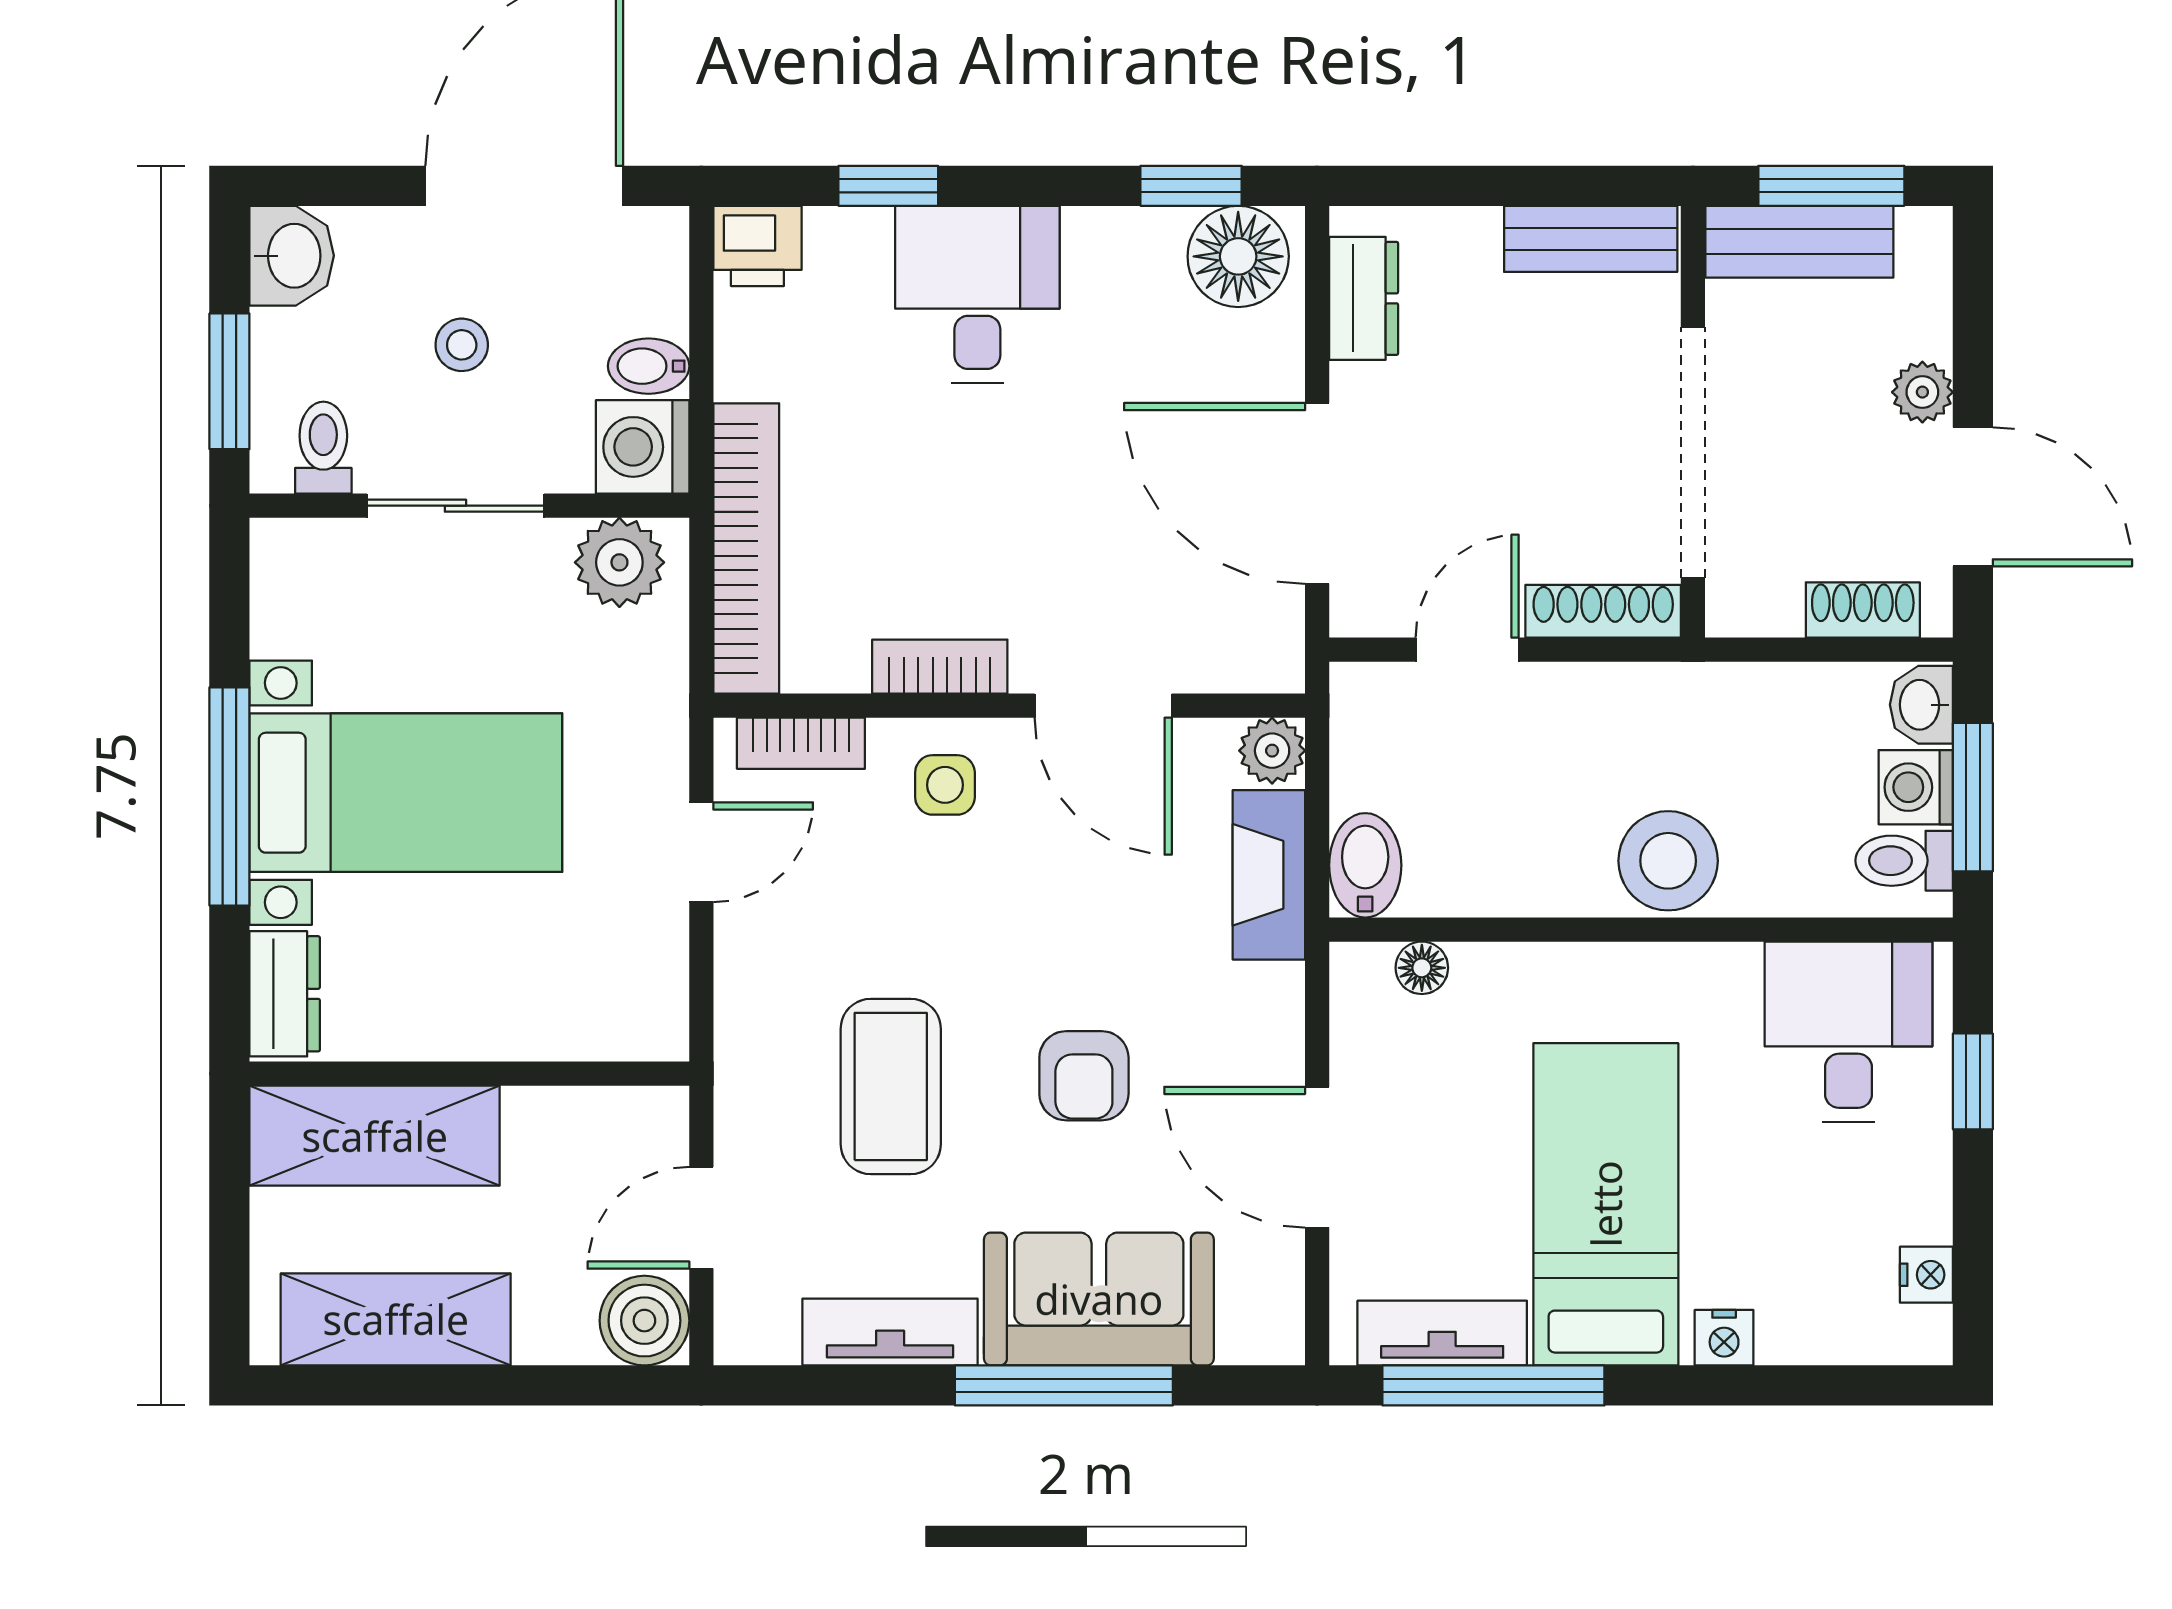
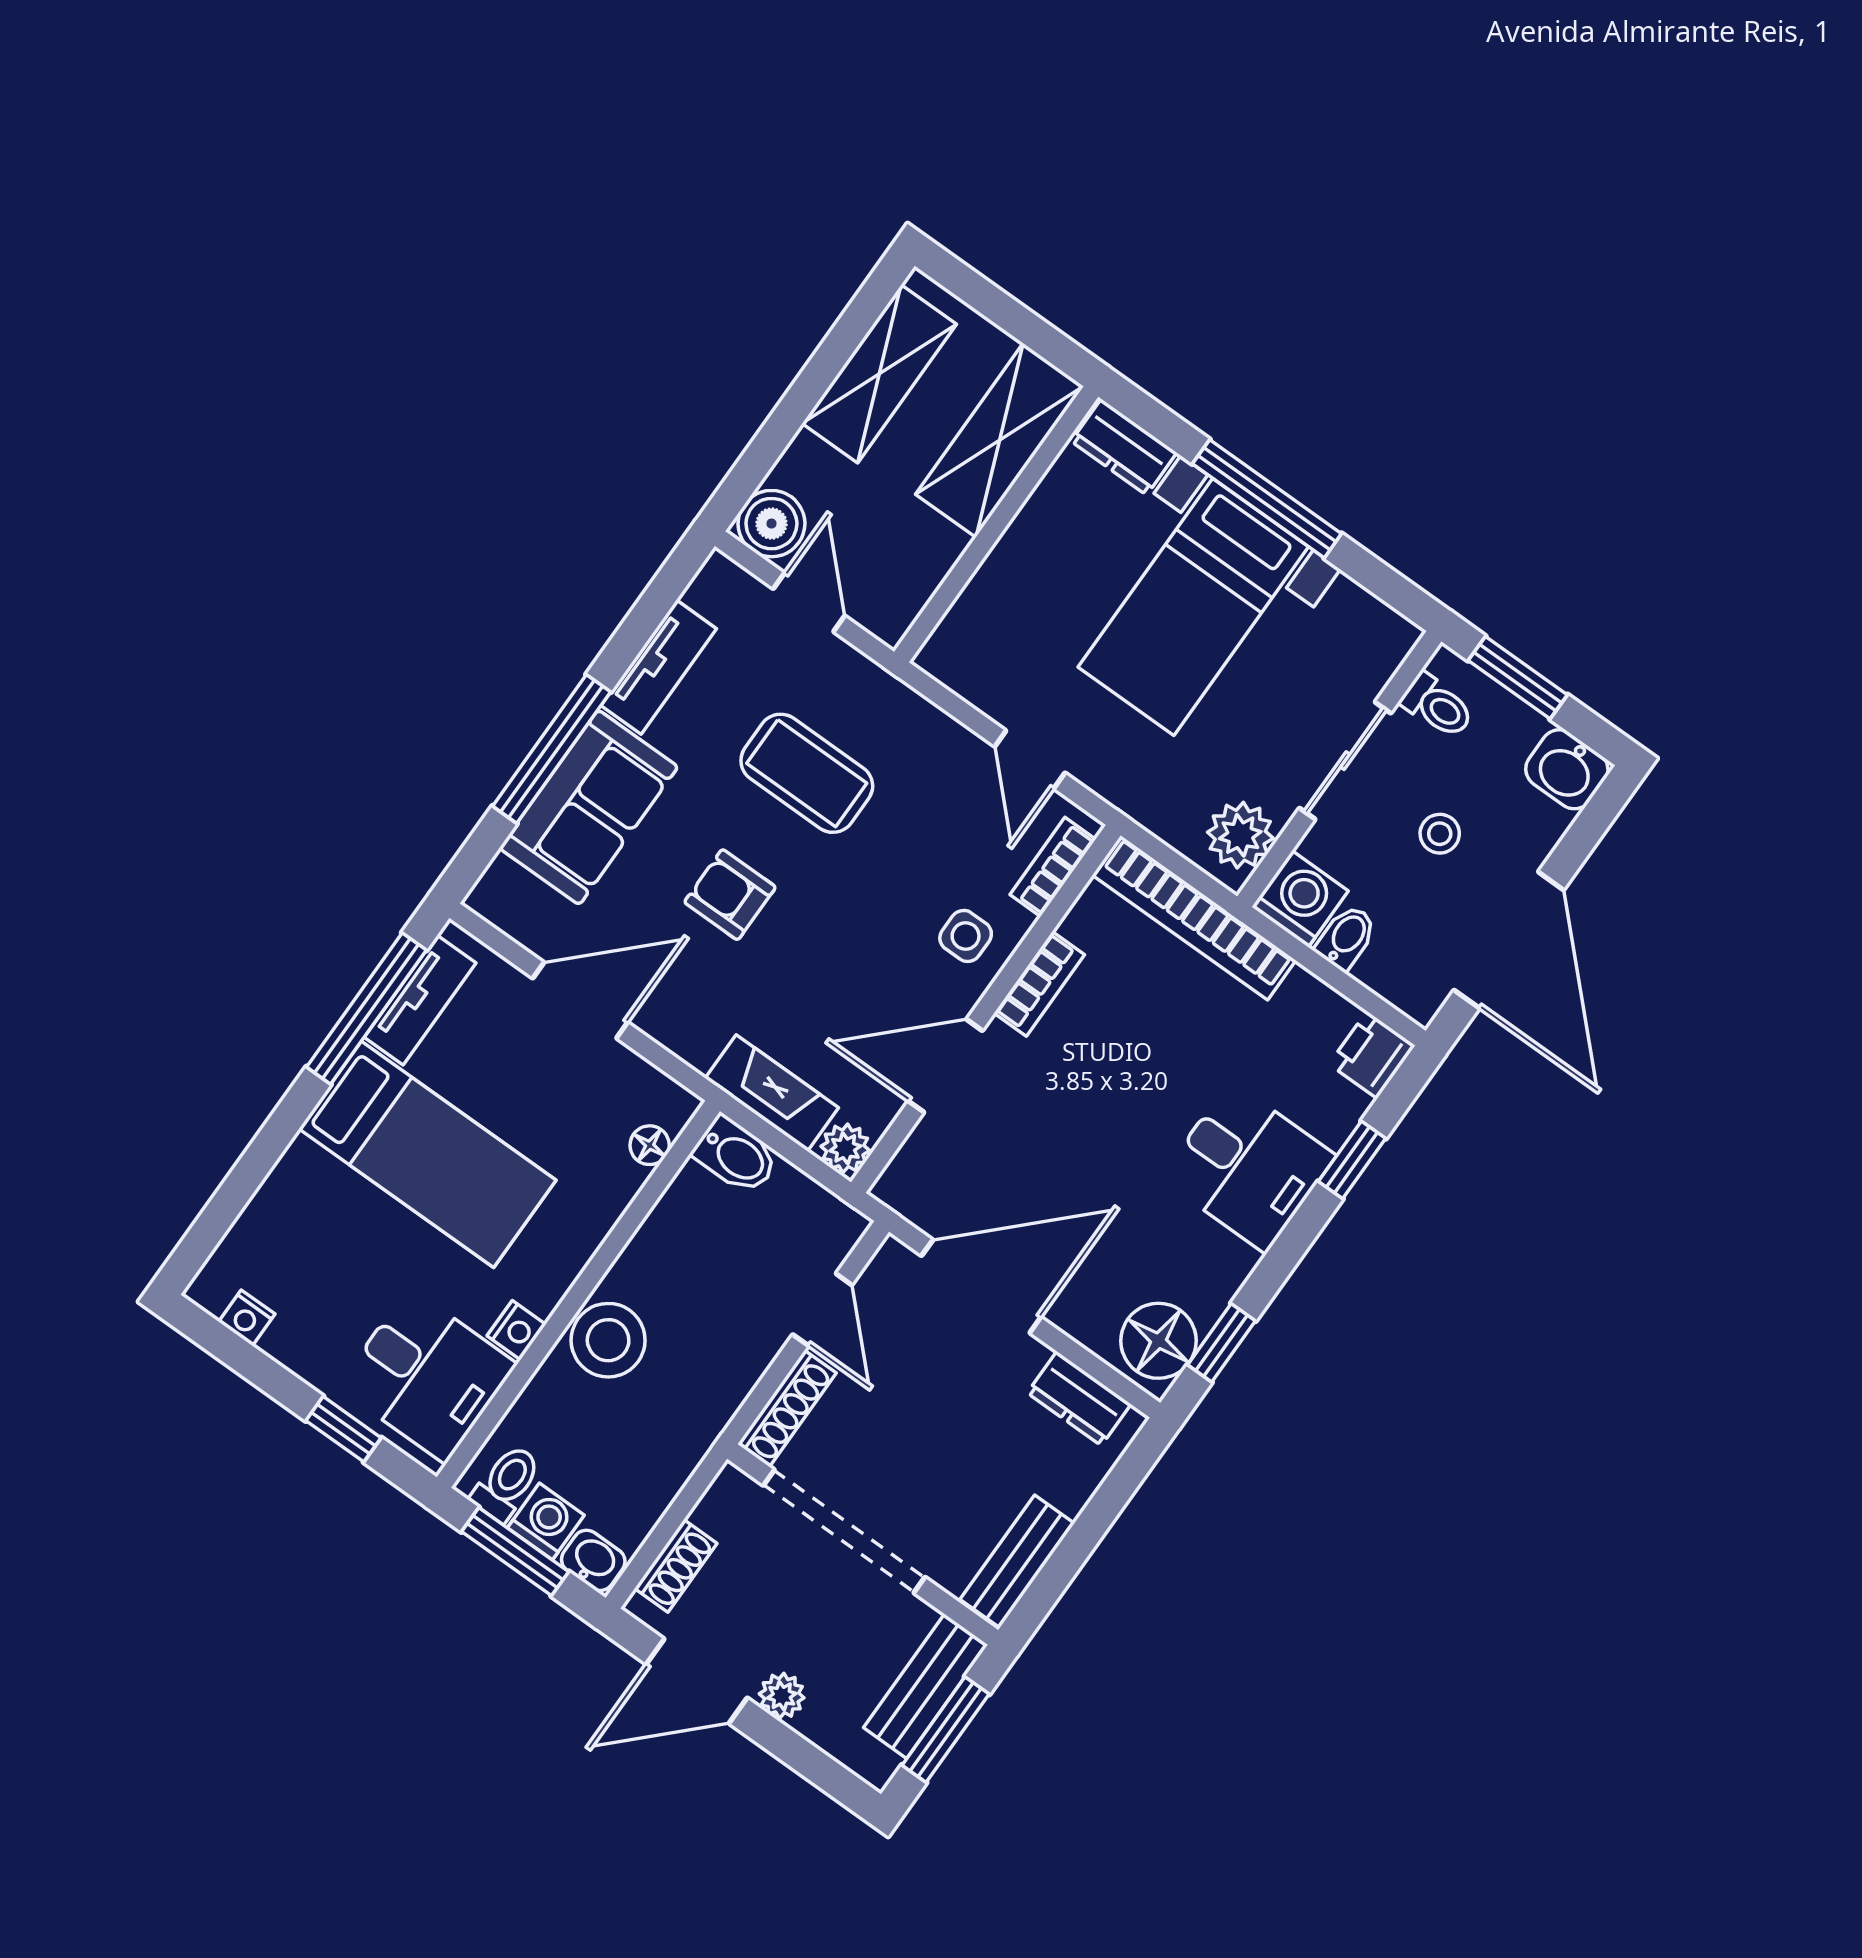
nightstand: (1724, 1338) -> (516, 1330), moved, turned 180

